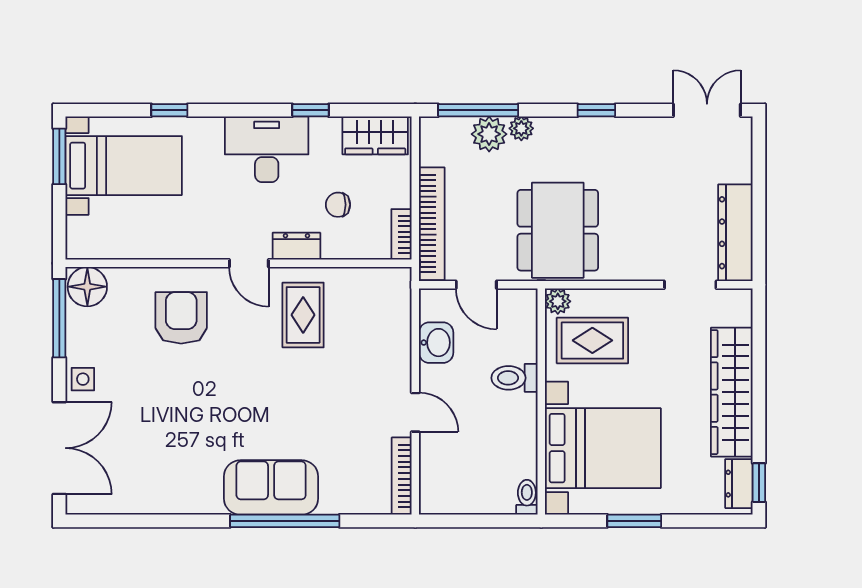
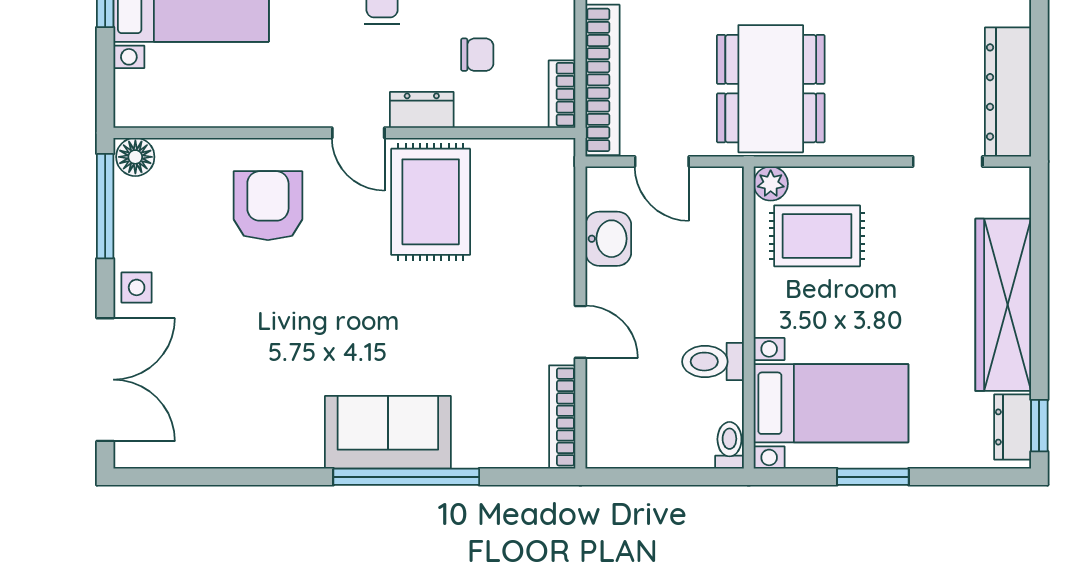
chair: (338, 205) -> (477, 55), turned 180
floor lamp: (87, 287) -> (135, 157), width x0.73, depth x0.73
rug: (303, 315) -> (431, 202), width x1.36, depth x1.43
toilet: (514, 378) -> (713, 362), moved
bed with nightstands: (603, 448) -> (831, 403), width x0.73

